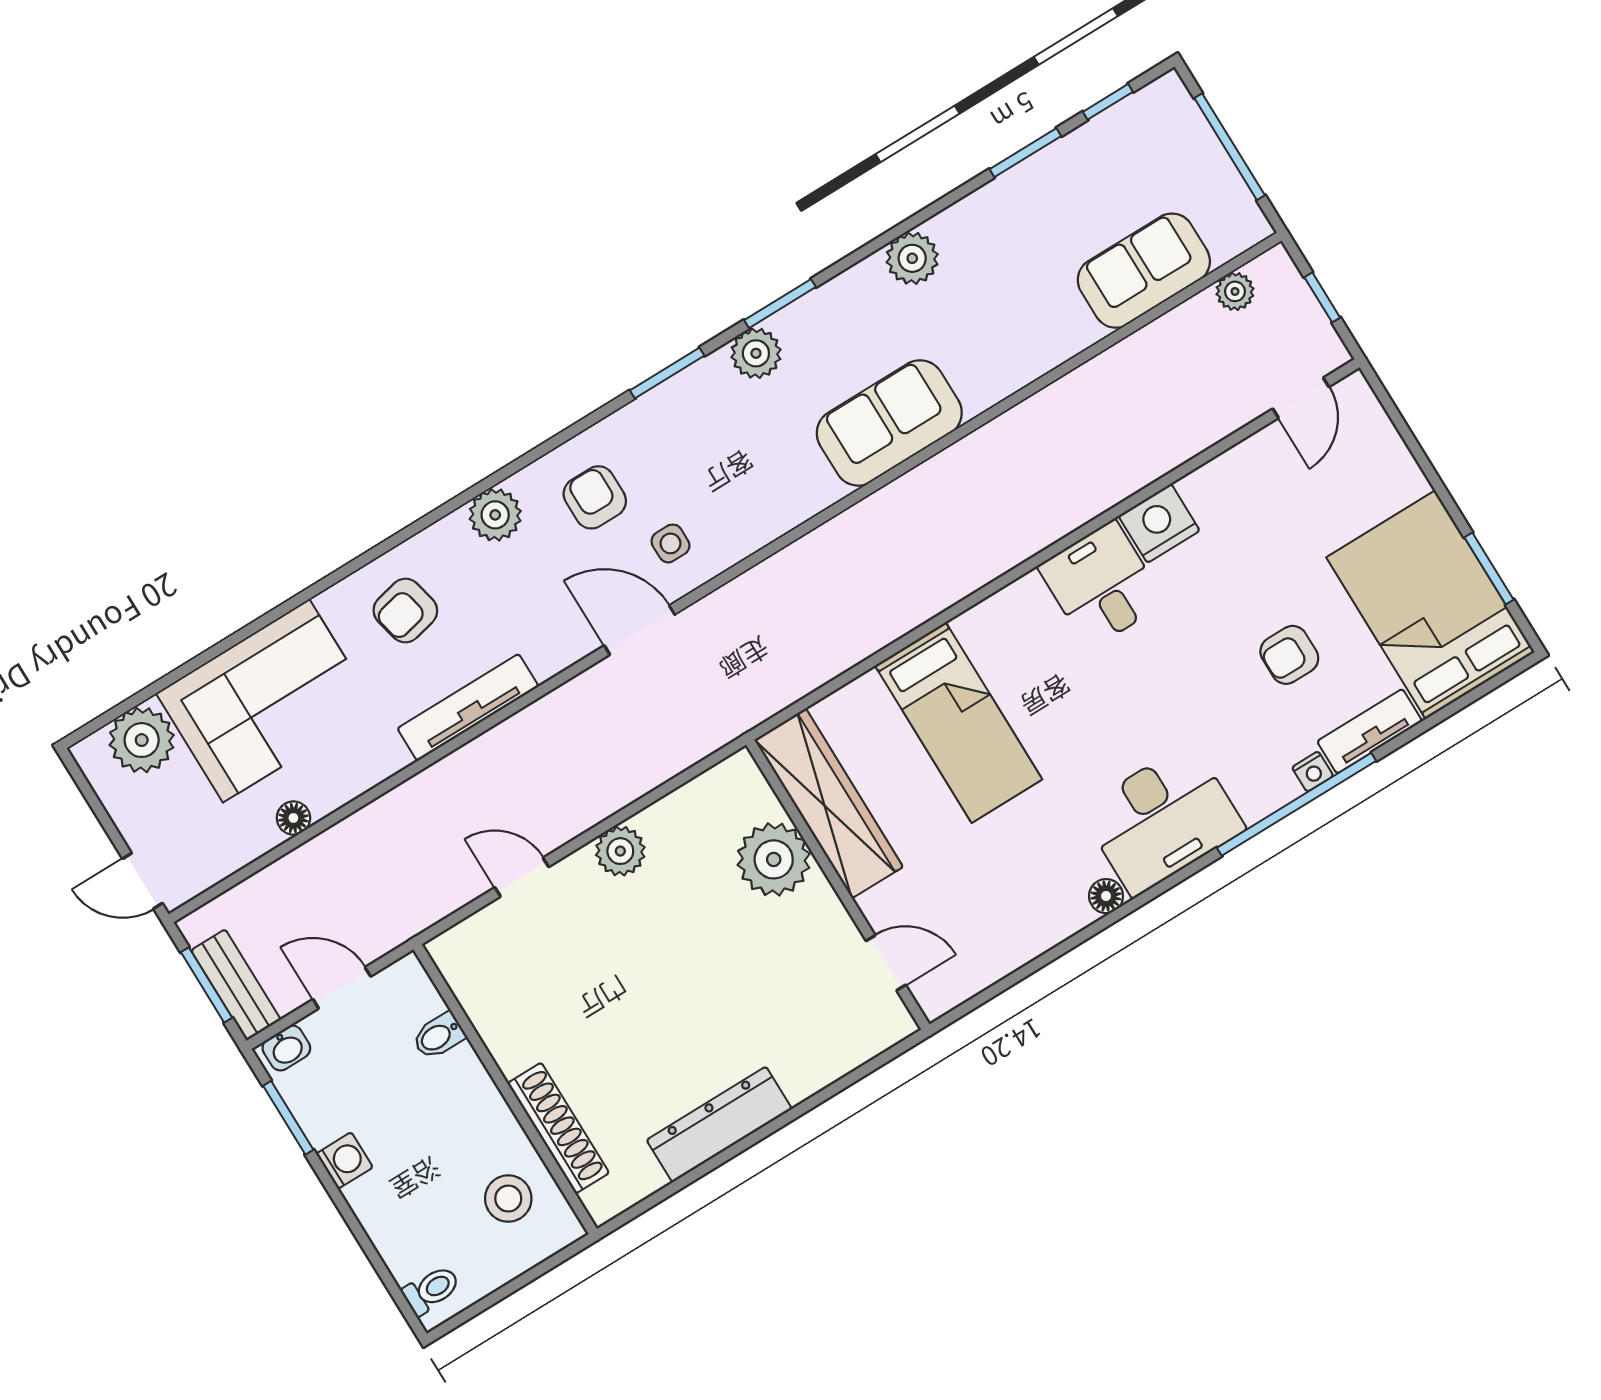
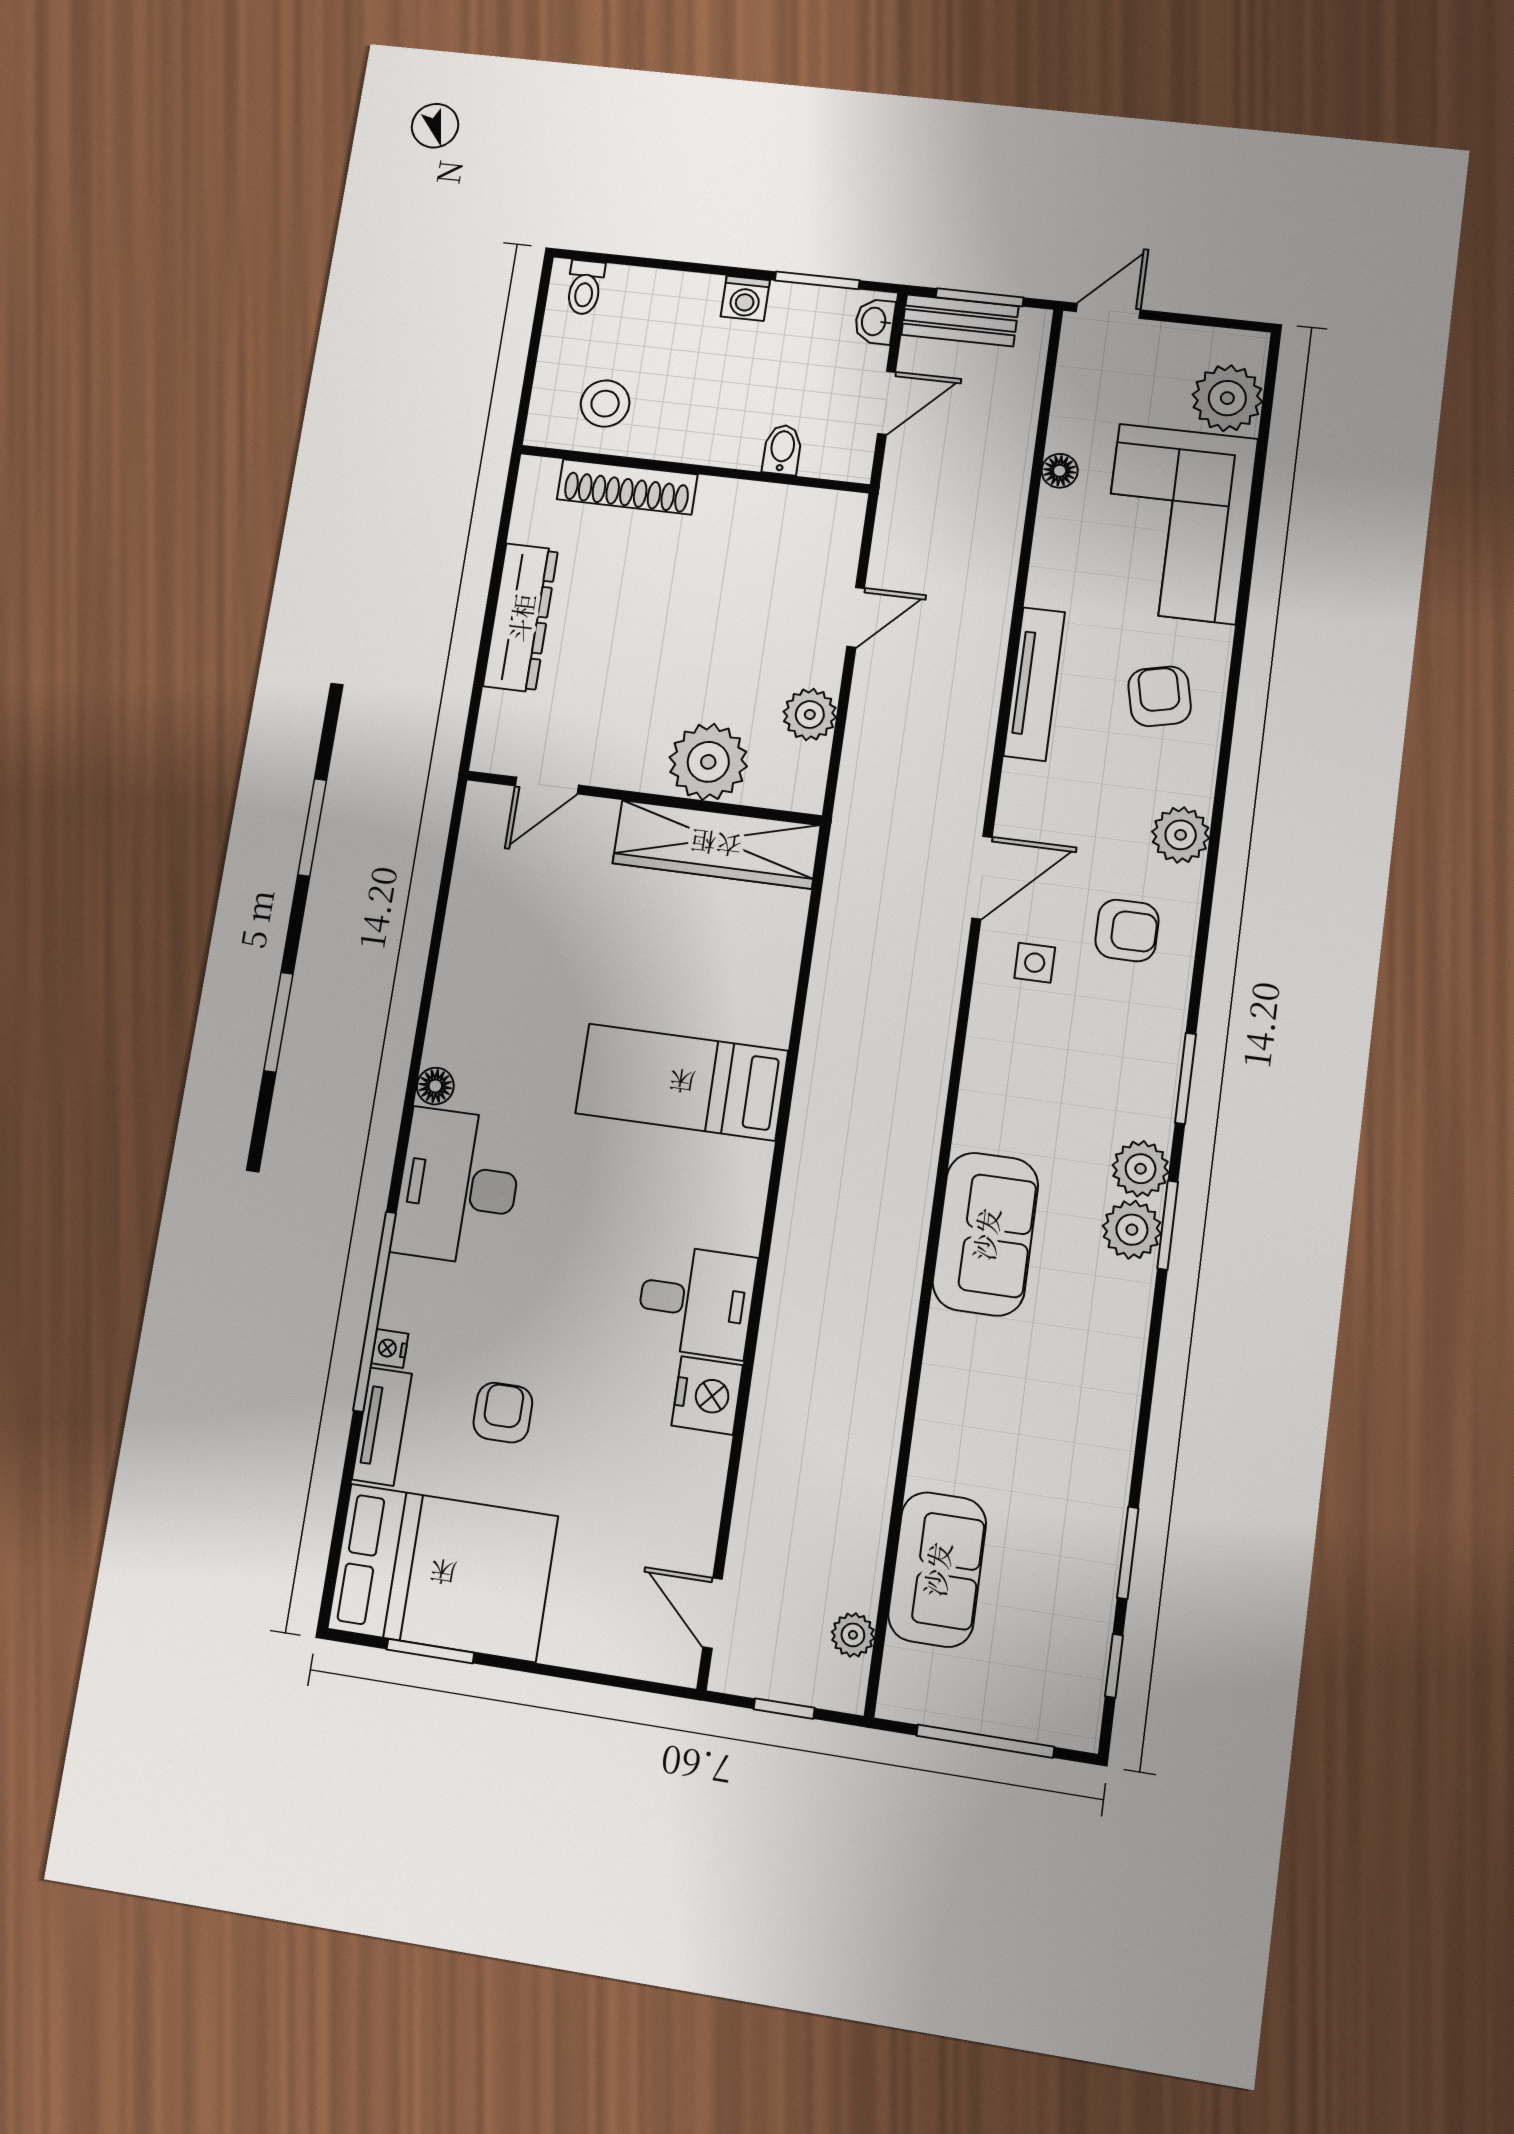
plant: (912, 258) -> (1132, 1230), moved
wardrobe: (829, 803) -> (716, 844), moved
plant: (774, 859) -> (708, 762), moved
wall: (838, 885) -> (643, 798), moved
door: (886, 963) -> (547, 786), moved

